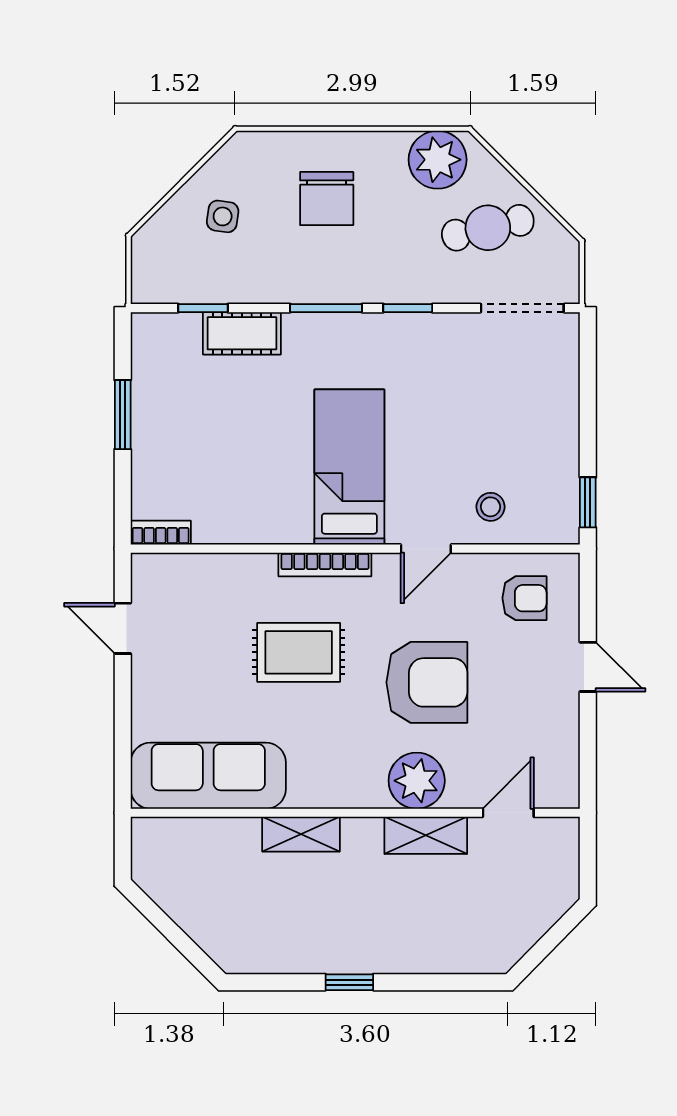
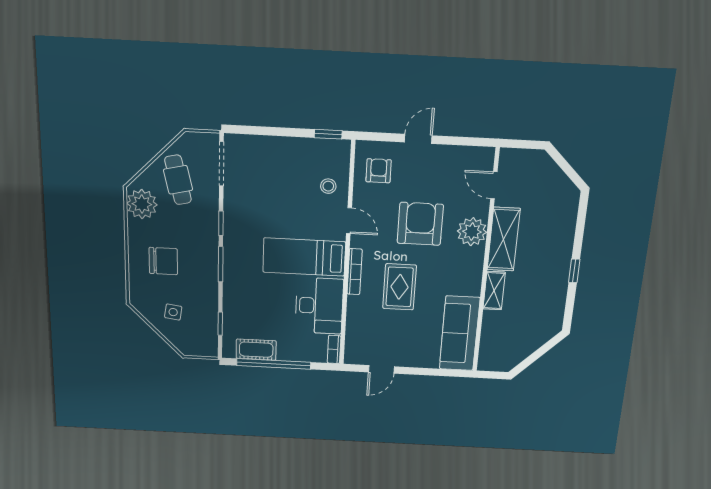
cot: (242, 333) -> (256, 350), moved, turned 90
window: (123, 415) -> (274, 364), width x2.11
desk: (251, 500) -> (319, 306), added
shelving: (426, 835) -> (504, 239), width x1.50, depth x1.33

